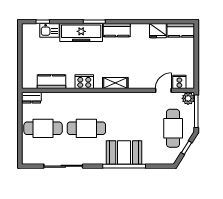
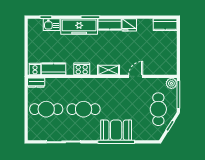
fridge: (158, 31) -> (129, 25), moved
cooker: (179, 82) -> (35, 69), moved
door: (163, 90) -> (136, 76), moved

